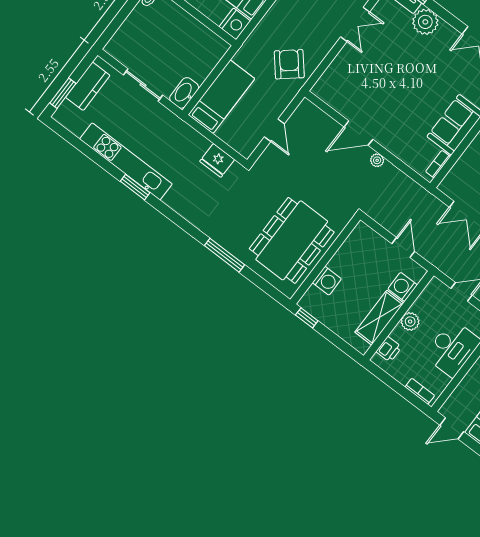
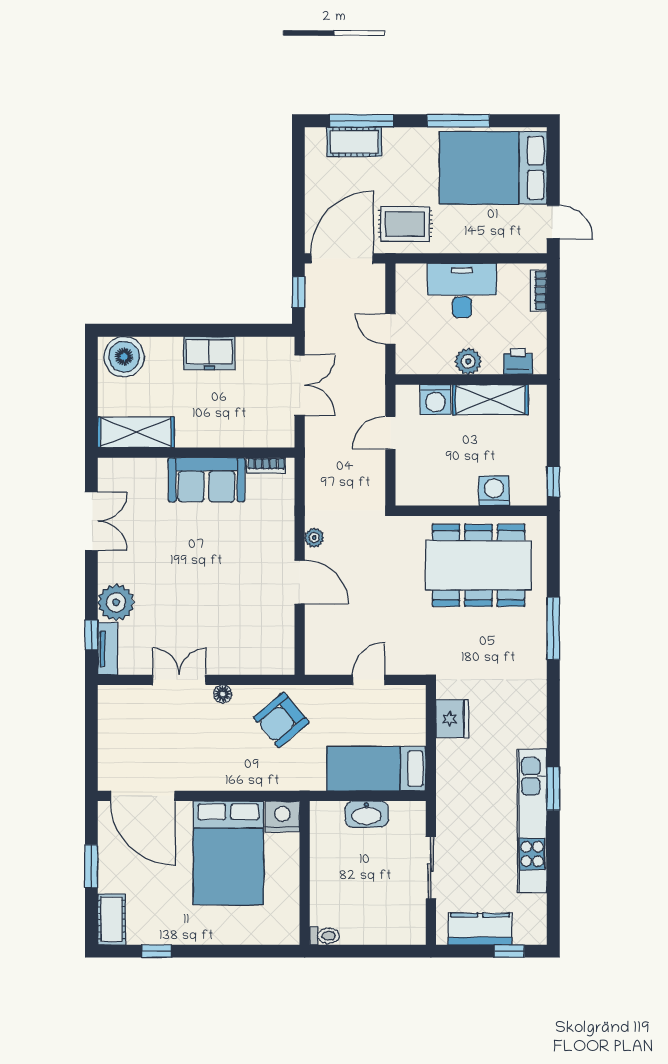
floor lamp: (329, 43) -> (223, 694), added
window: (63, 93) -> (509, 951), width x0.67
washbasin: (184, 93) -> (367, 814), moved

